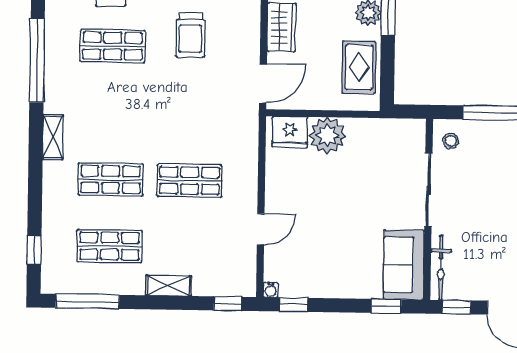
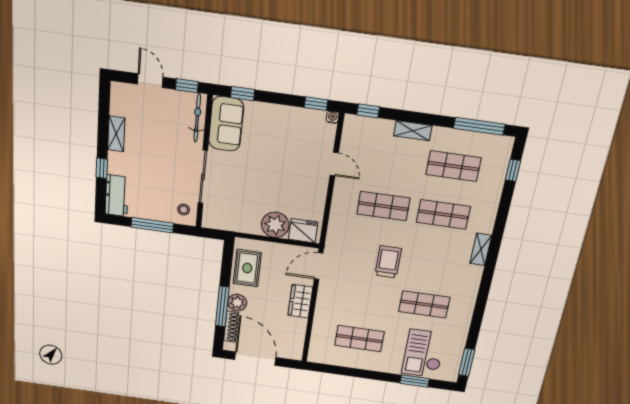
trolley: (191, 35) -> (388, 262), moved
window: (37, 61) -> (481, 302), removed
door: (261, 229) -> (334, 164), swing flipped

